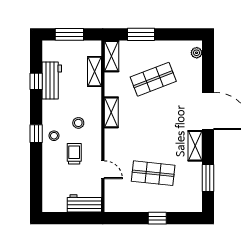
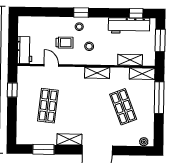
window: (141, 34) -> (159, 98), width x1.44
workbench: (52, 80) -> (129, 26), width x1.37
window: (36, 81) -> (136, 13), moved
door: (103, 170) -> (51, 65), swing flipped
window: (157, 218) -> (12, 90), moved

